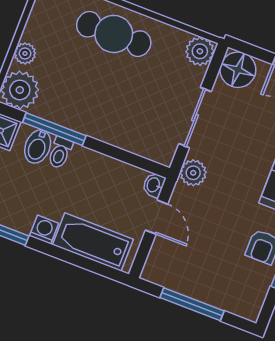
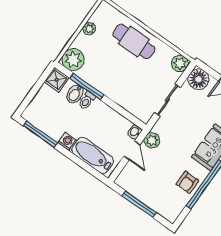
plant: (25, 53) -> (89, 29), moved
plant: (193, 173) -> (152, 140), moved

